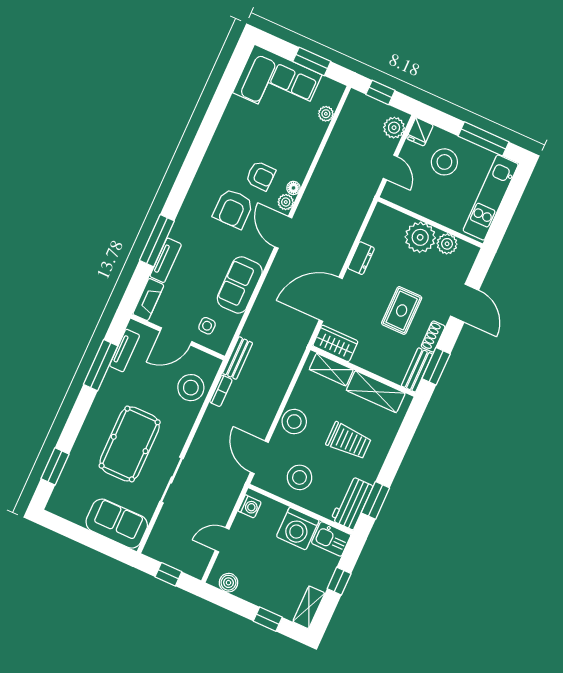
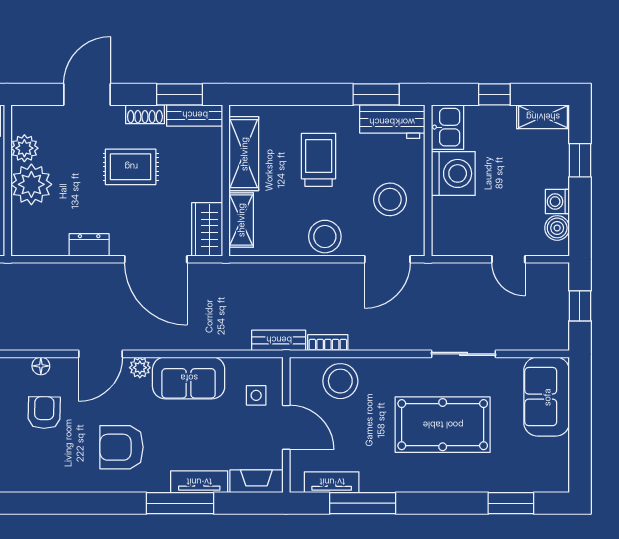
plant: (286, 202) -> (140, 368), moved
armchair: (233, 209) -> (122, 447), moved, turned 180
washing machine: (250, 506) -> (557, 202), moved, turned -90

